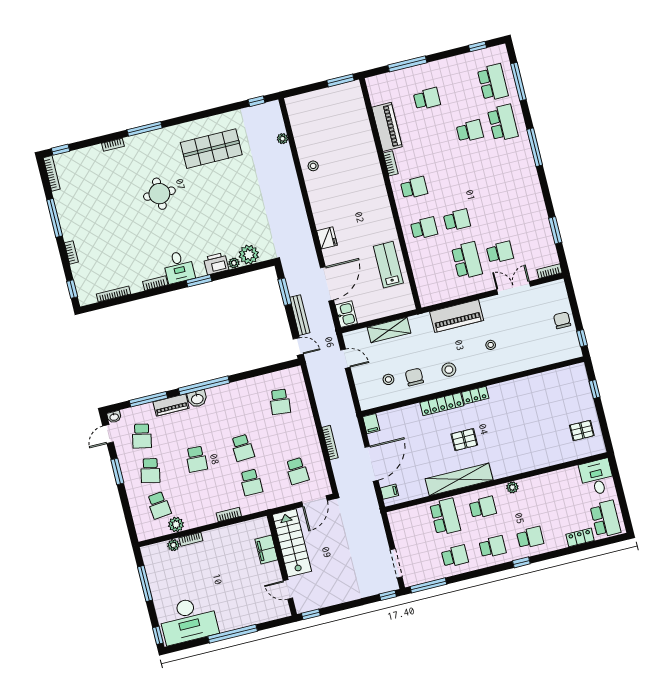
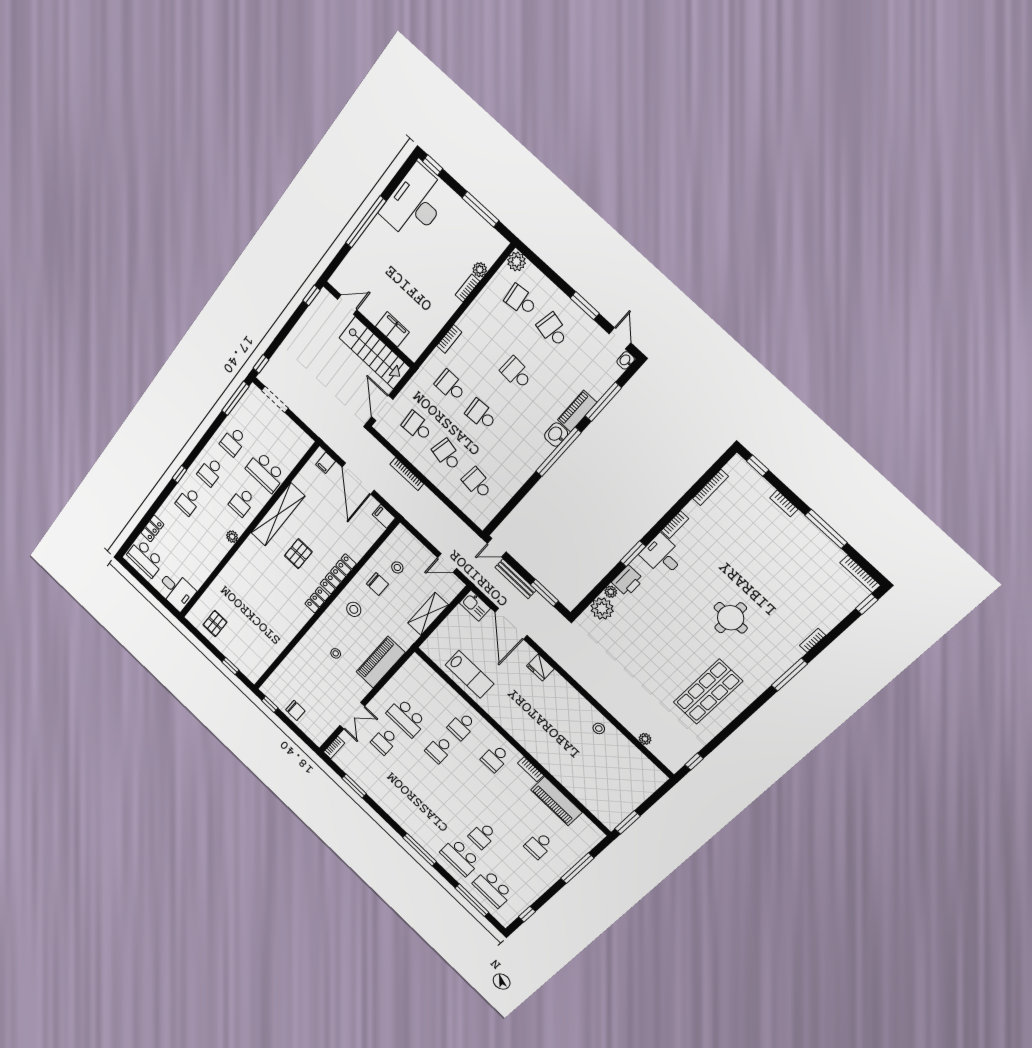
school desk: (142, 436) -> (447, 455), moved
plant: (176, 524) -> (517, 262), moved

